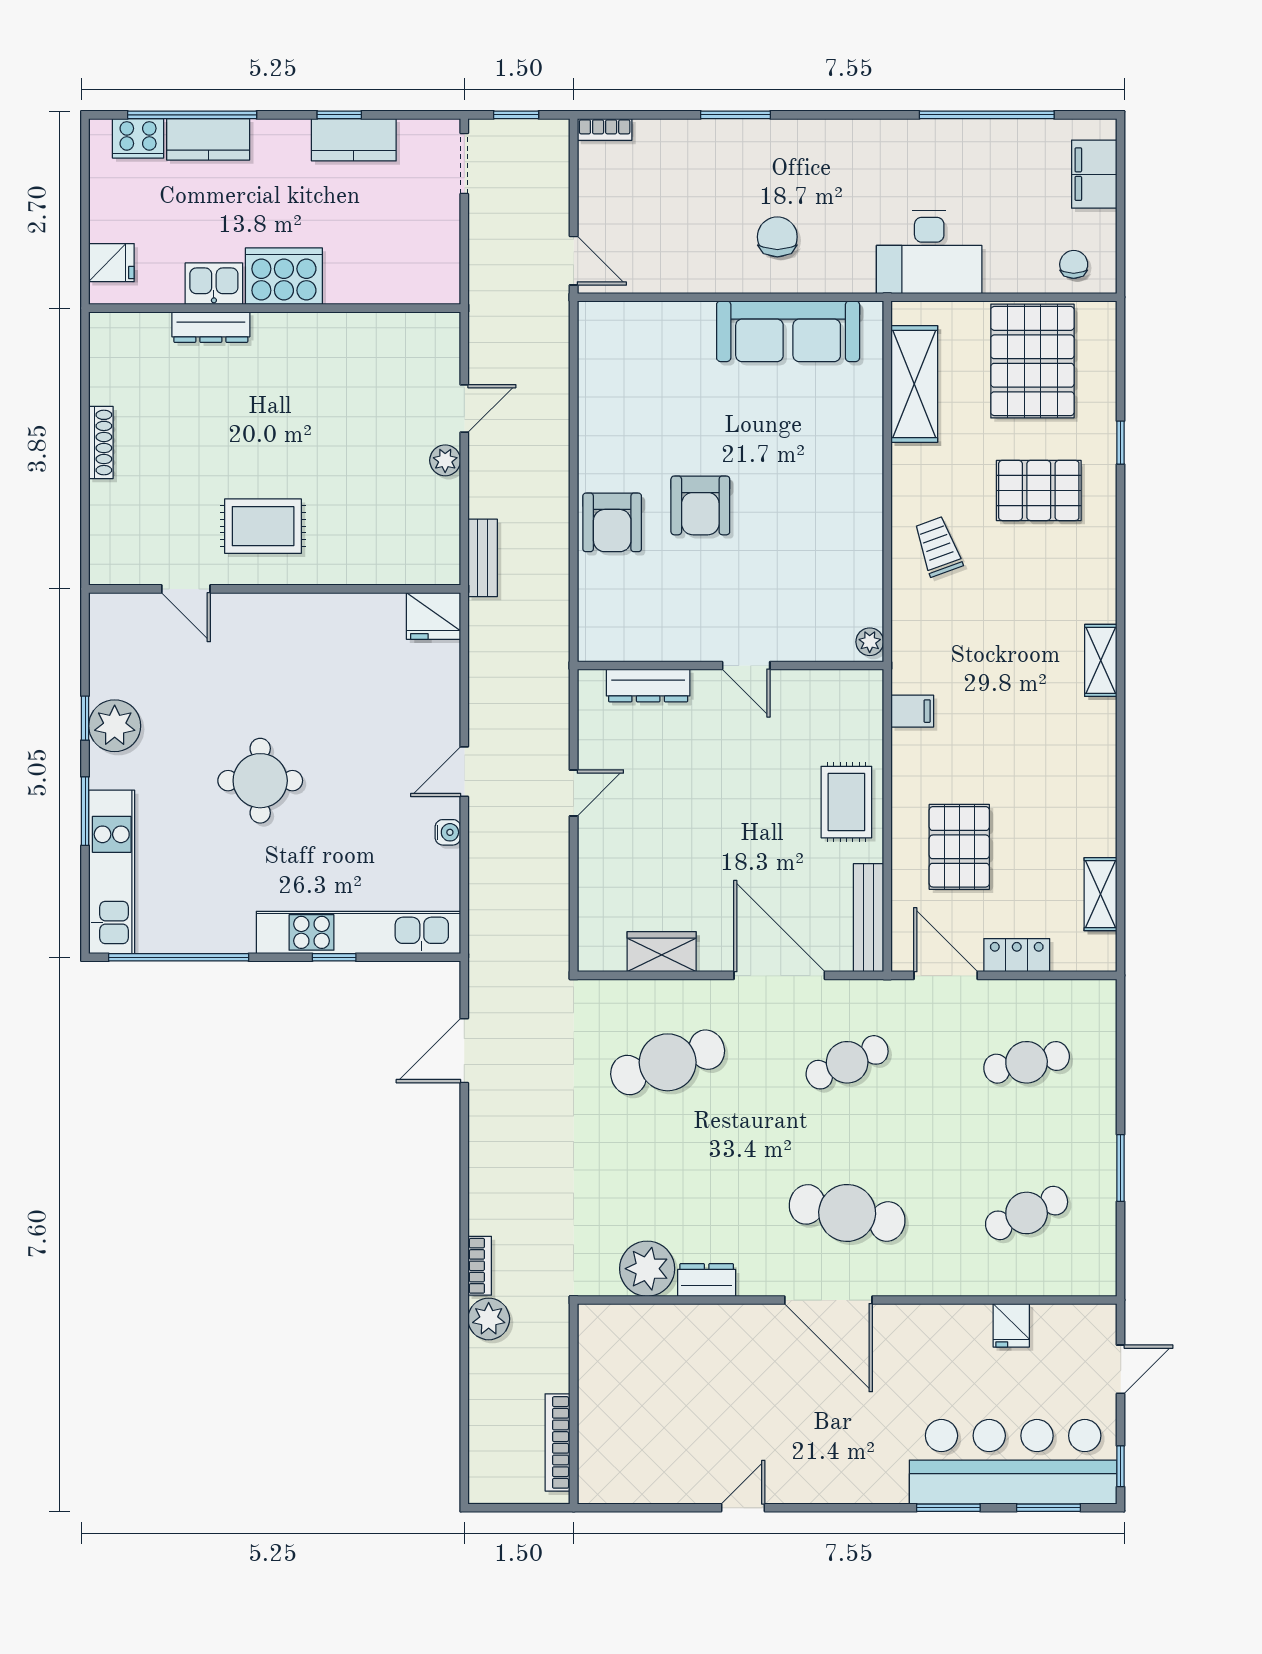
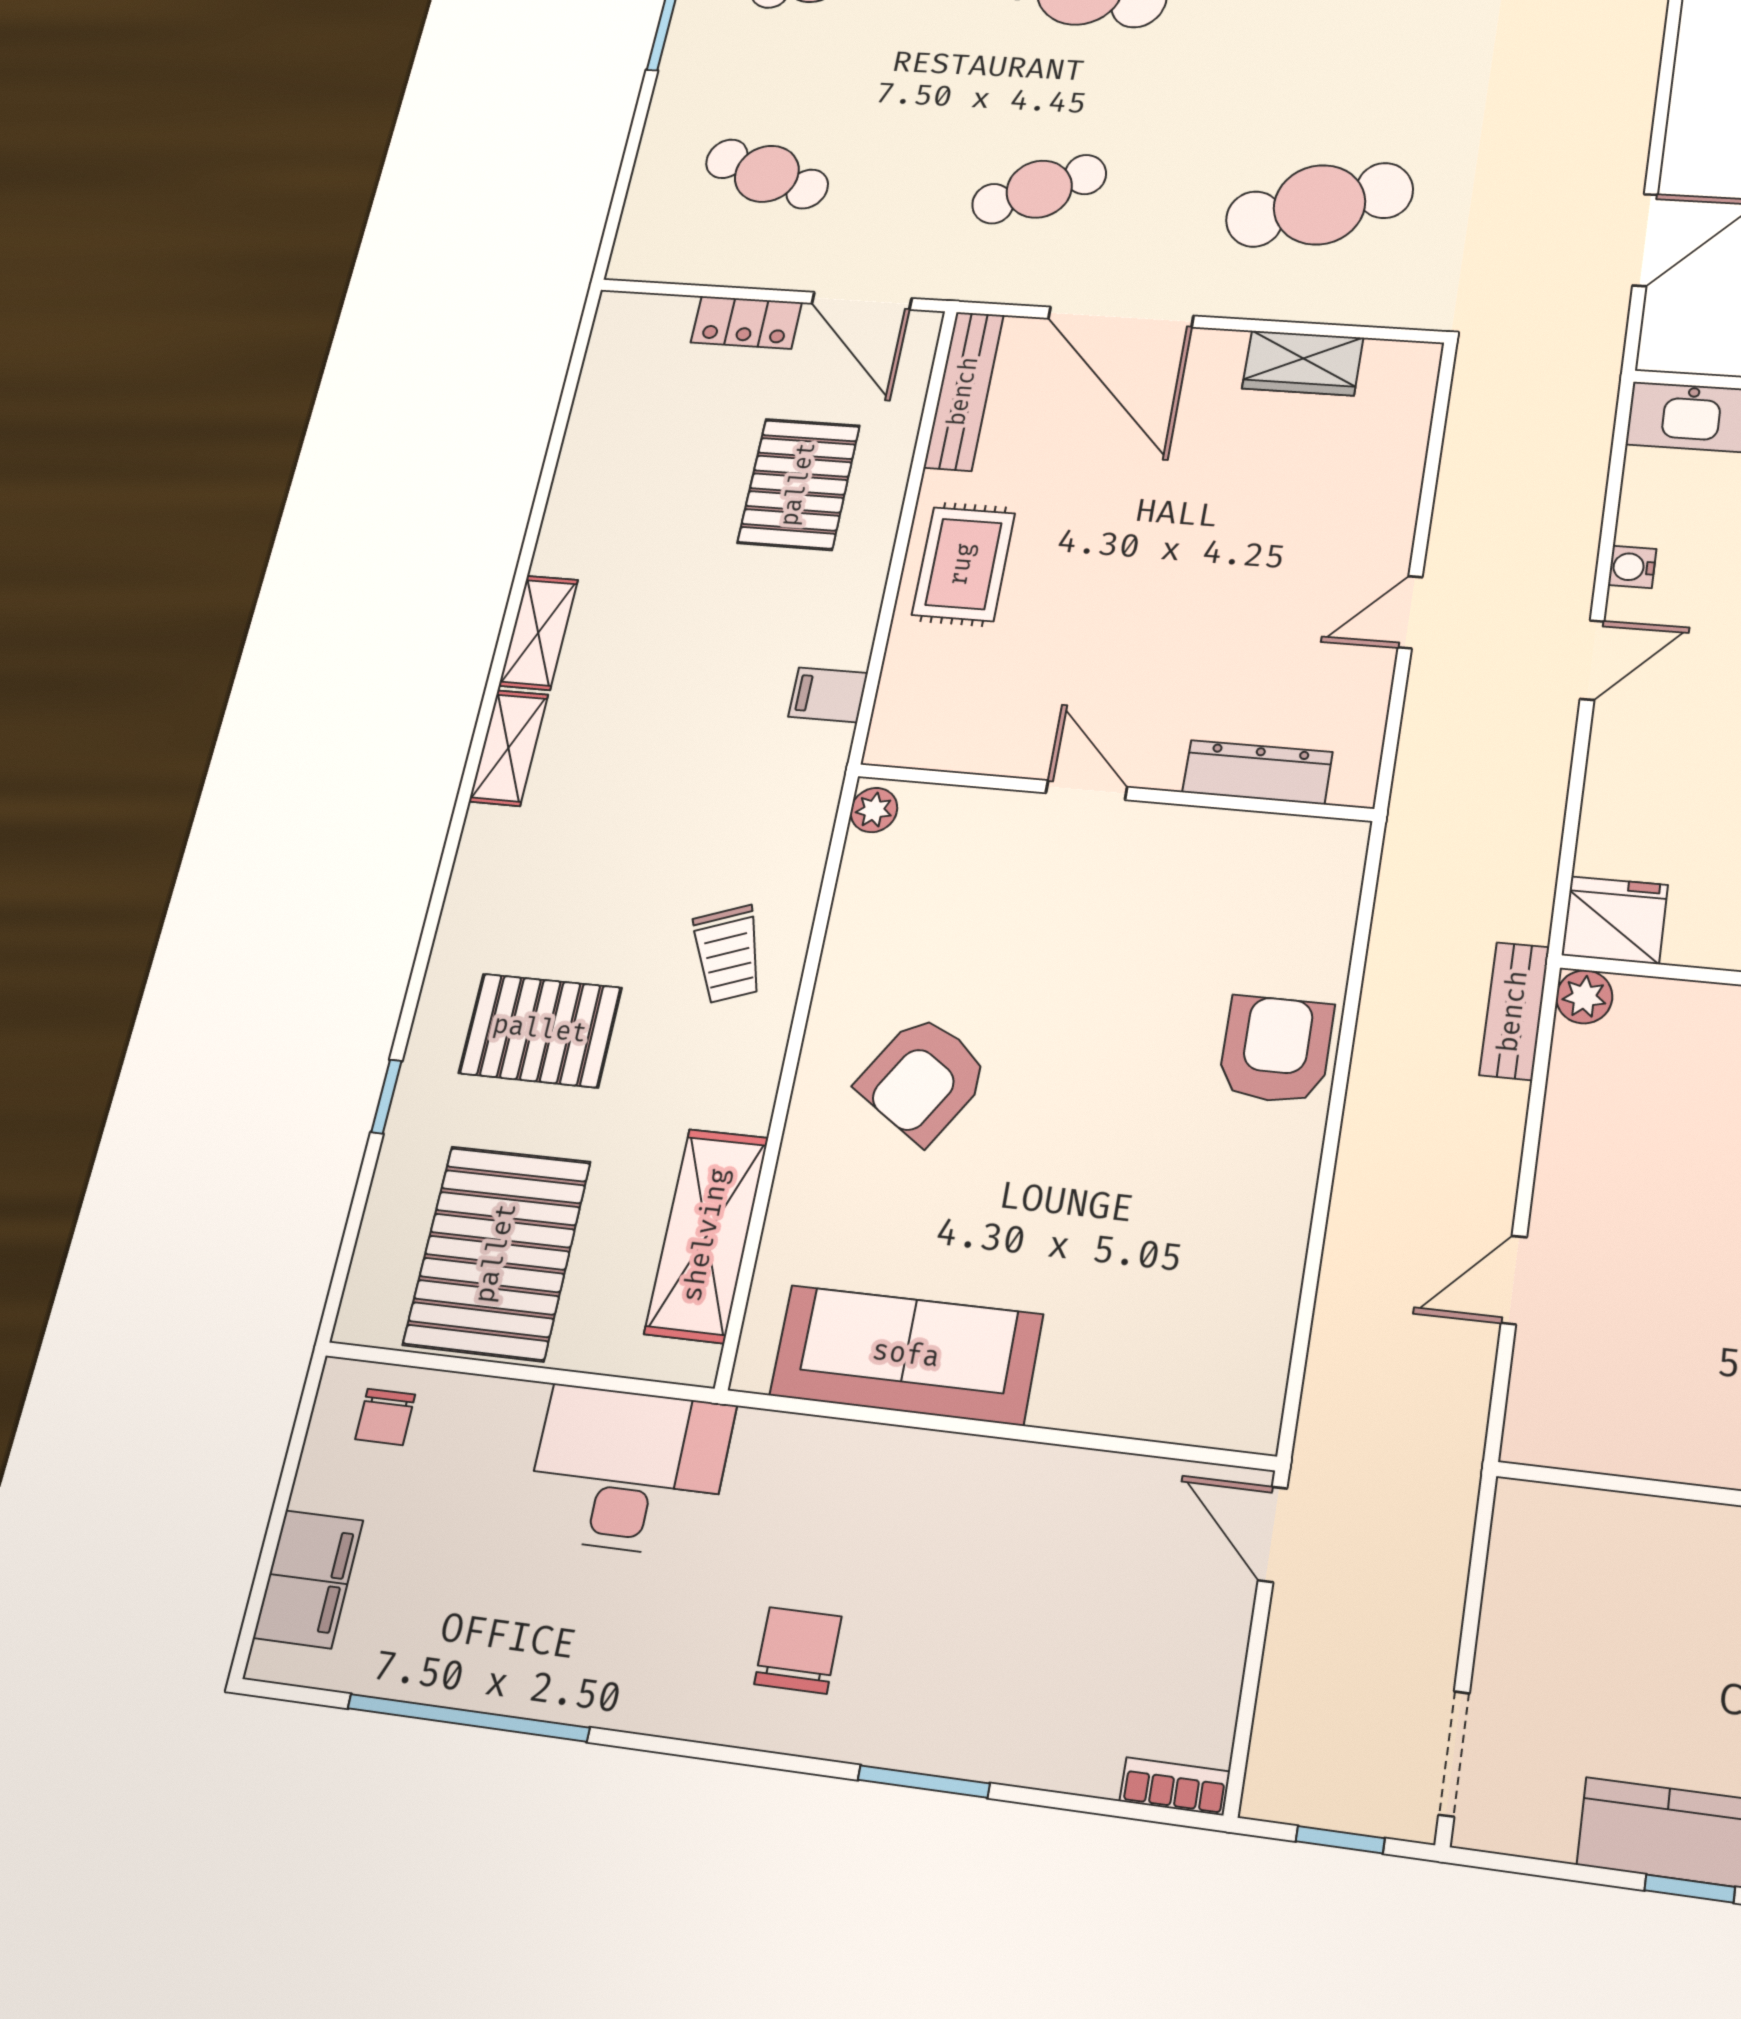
chair: (777, 237) -> (798, 1650), moved, turned 180
plant: (445, 460) -> (1584, 997), moved
armchair: (700, 505) -> (923, 1079), moved, turned -147
shelving: (1101, 894) -> (538, 633), moved
cafe table: (1027, 1062) -> (767, 174), turned 30

